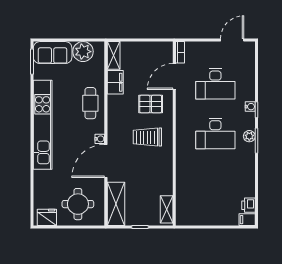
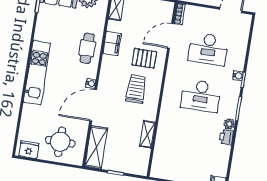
filing cabinet: (115, 82) -> (112, 43), moved
kitchen unit: (43, 125) -> (37, 73), width x0.73
plant: (249, 136) -> (229, 124), moved
trolley: (147, 137) -> (136, 89), turned 90
printer: (248, 205) -> (226, 137), moved
shelving: (167, 209) -> (147, 134), moved

